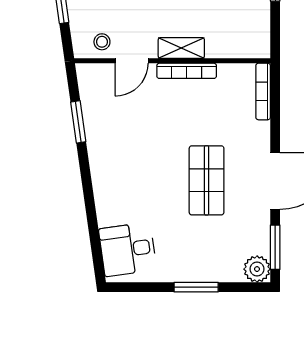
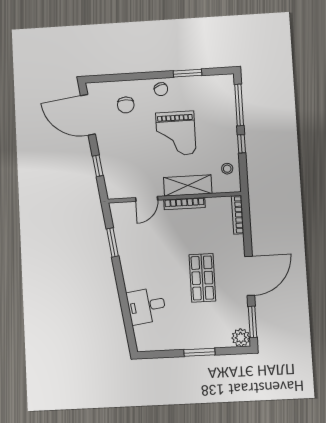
stool: (102, 42) -> (227, 169), moved
shelving: (181, 48) -> (188, 186), width x1.50, depth x1.33
desk: (128, 249) -> (146, 306), moved

